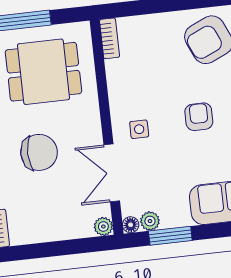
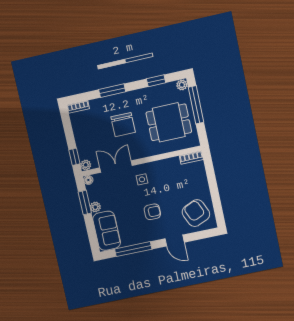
dining table: (43, 72) -> (169, 122), turned 90
plant: (150, 221) -> (95, 207), moved
window: (87, 245) -> (74, 157), added

